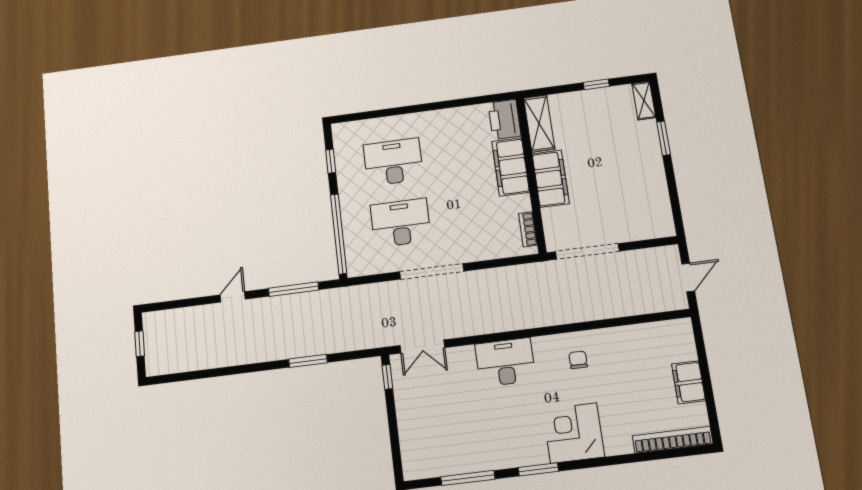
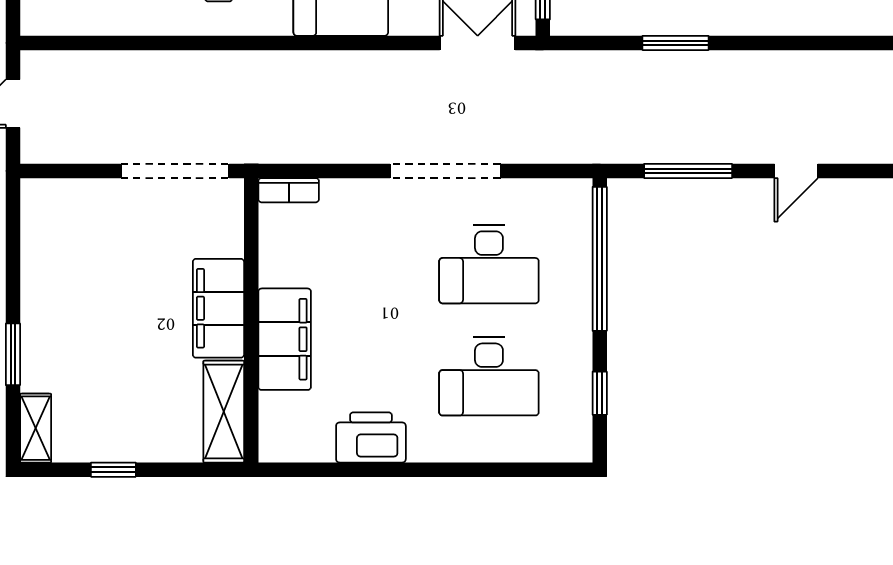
printer: (504, 119) -> (371, 437), moved, turned -90
bookcase: (528, 229) -> (289, 190), moved, turned 90

